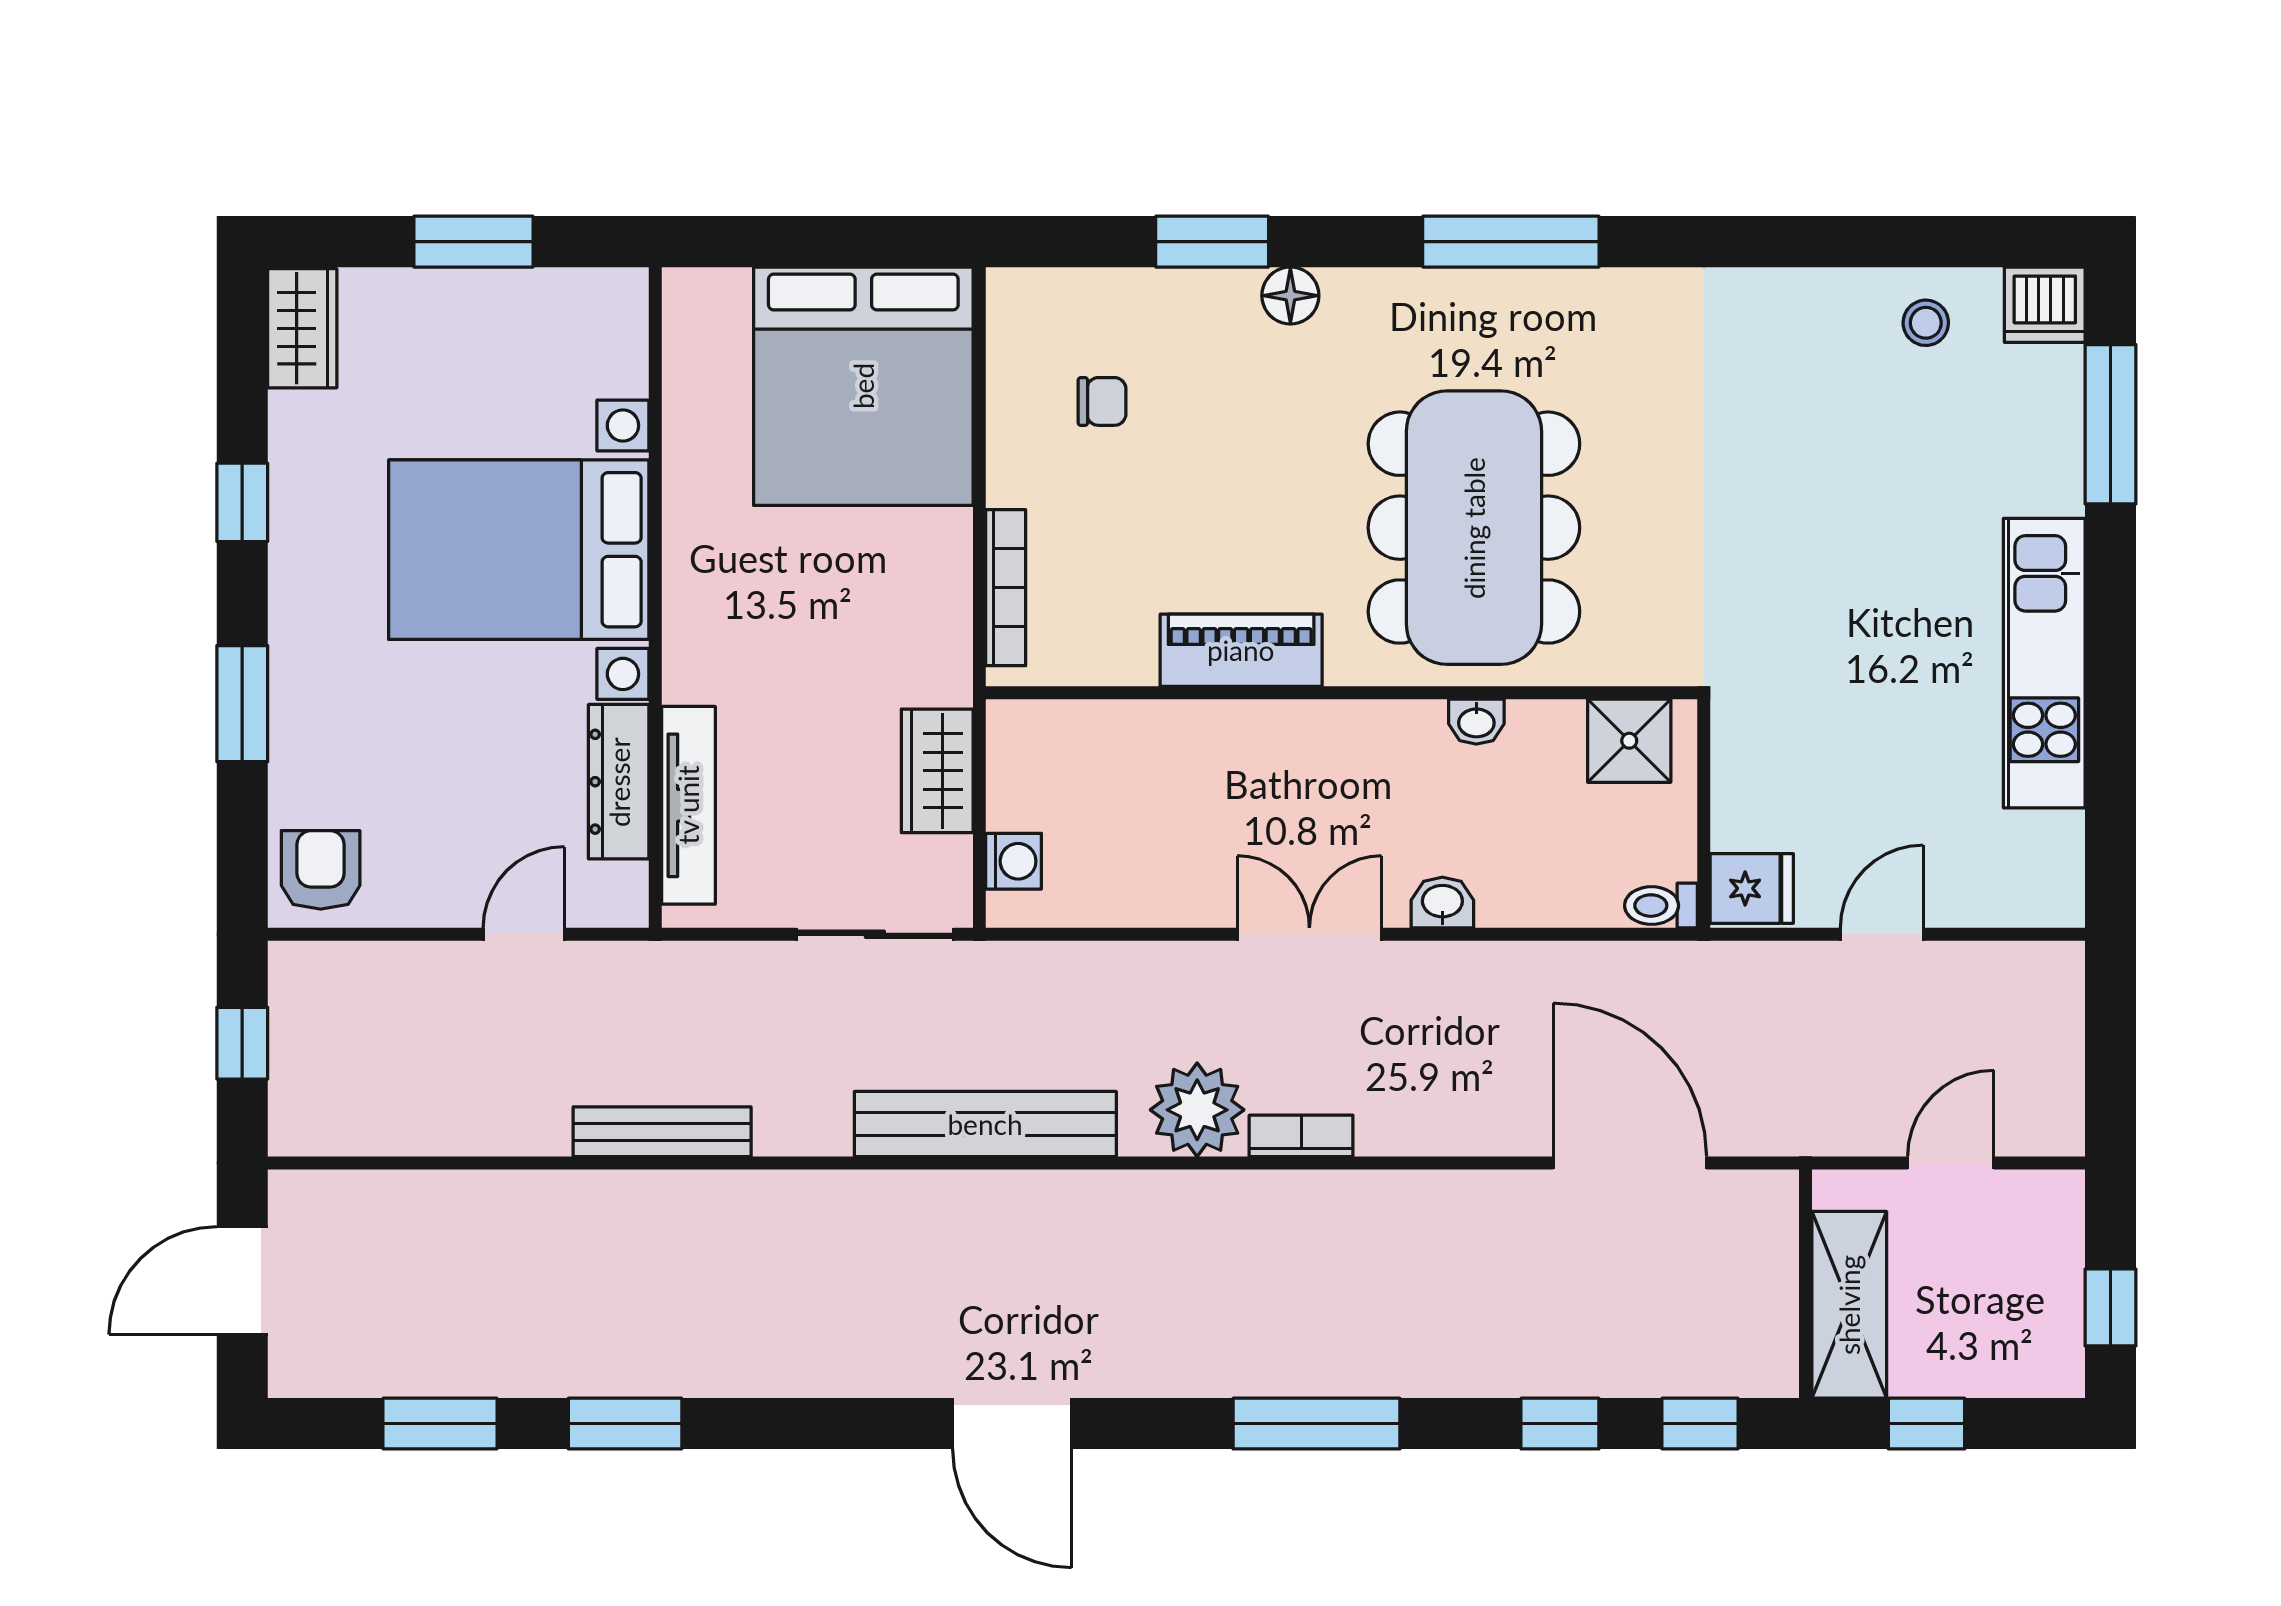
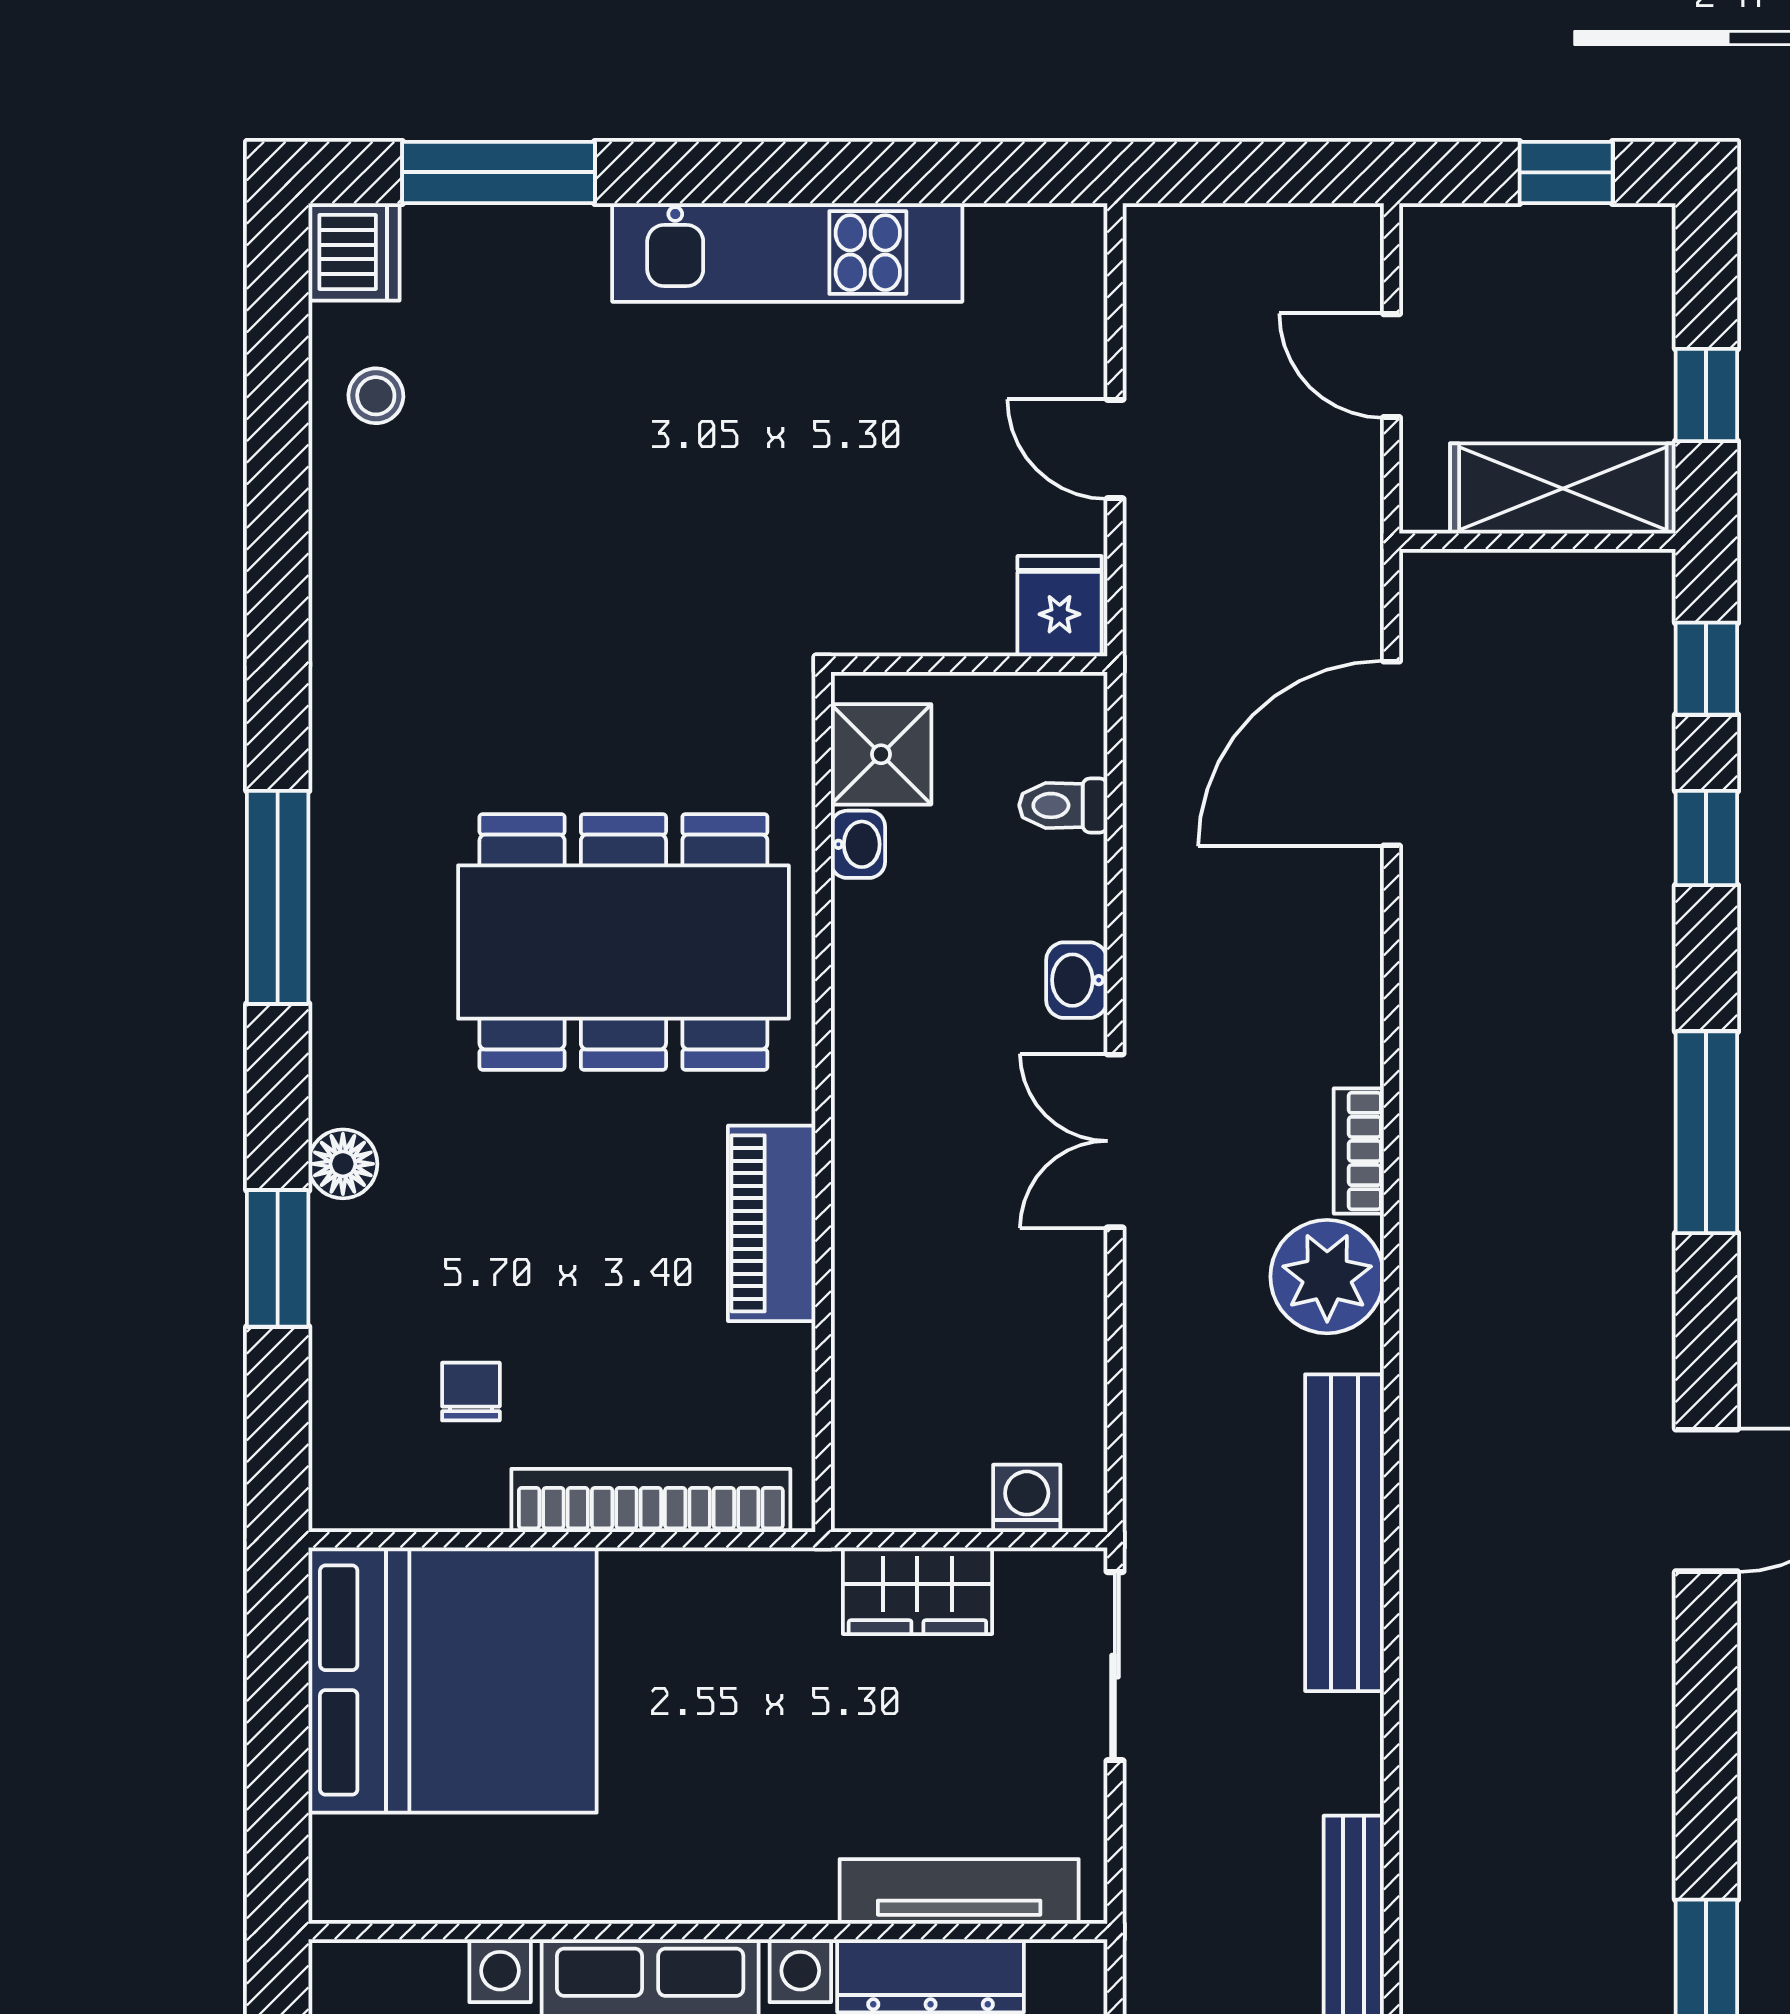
bookcase: (1006, 588) -> (651, 1500), width x1.48, depth x1.31
washbasin: (1476, 722) -> (858, 844), moved
toilet: (1661, 906) -> (1063, 805), moved, turned 90

